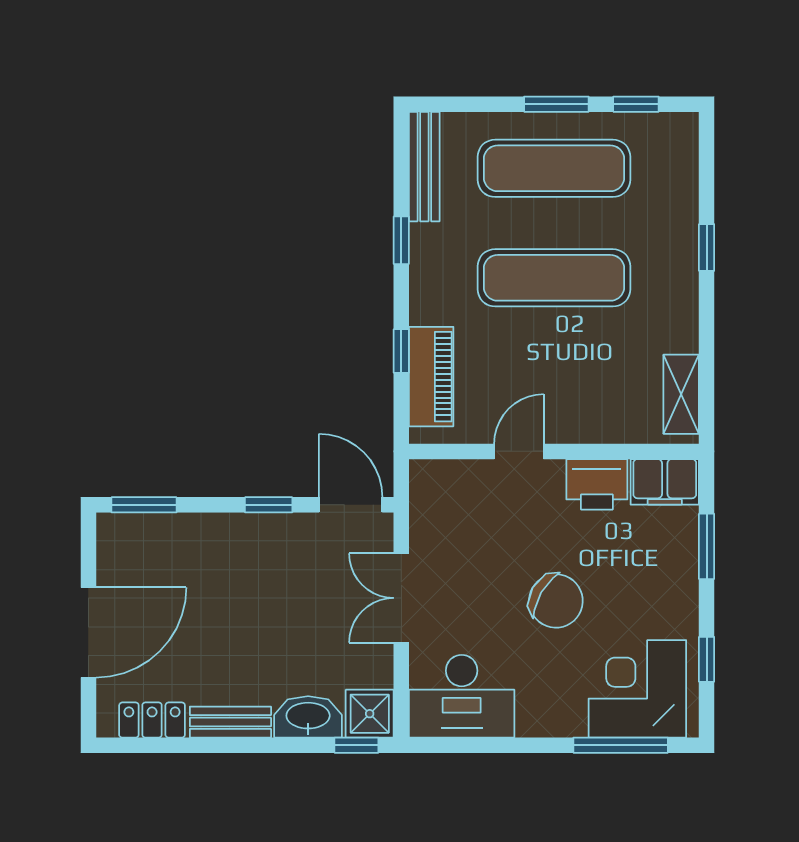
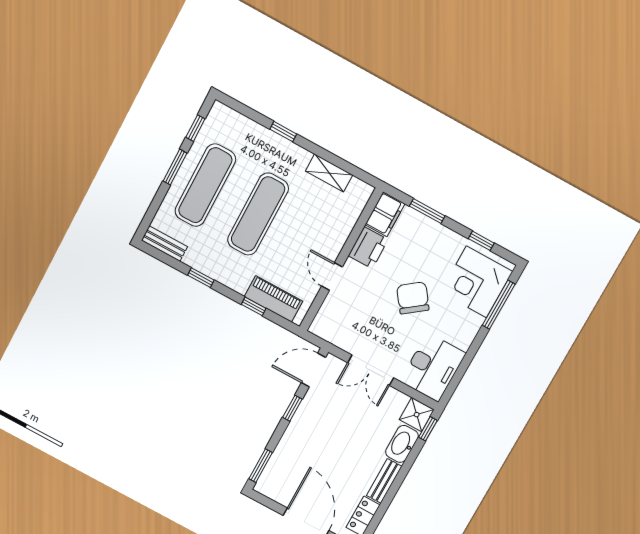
bench: (424, 167) -> (164, 244), width x0.73
shelving: (681, 394) -> (329, 173), moved
chair: (556, 601) -> (413, 298), turned -67

